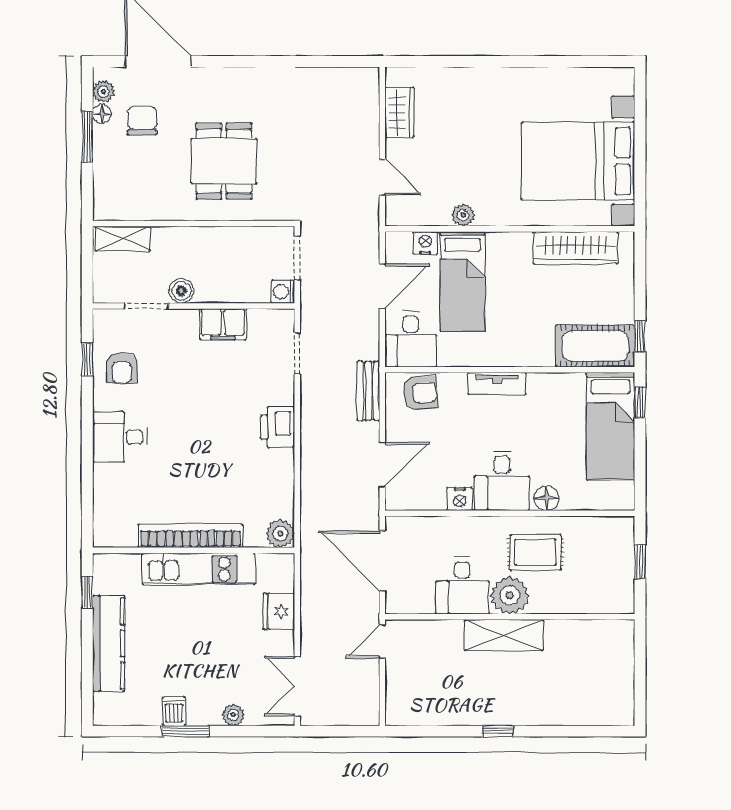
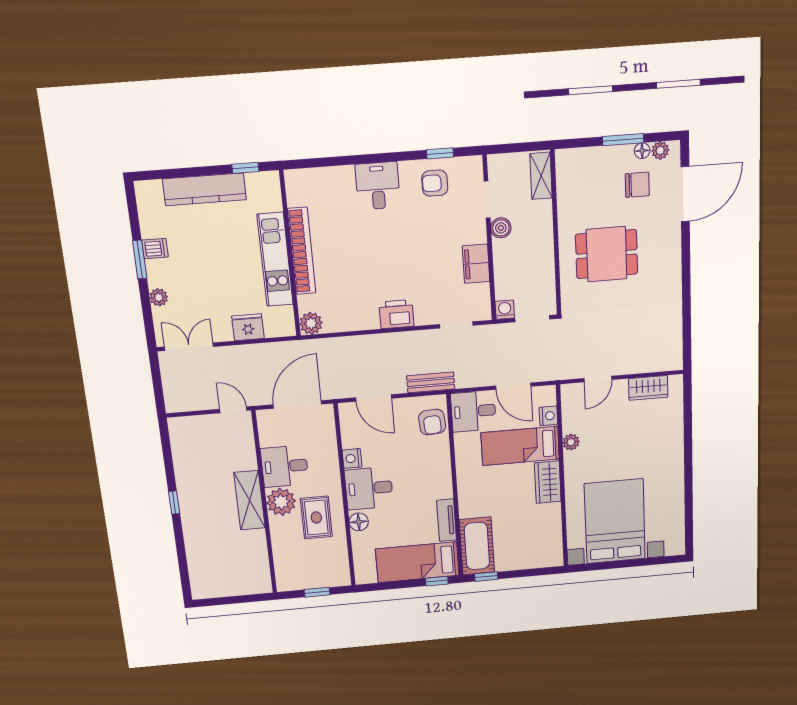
wardrobe: (576, 248) -> (548, 482), moved, width x0.67
tv unit: (497, 383) -> (447, 520), moved

